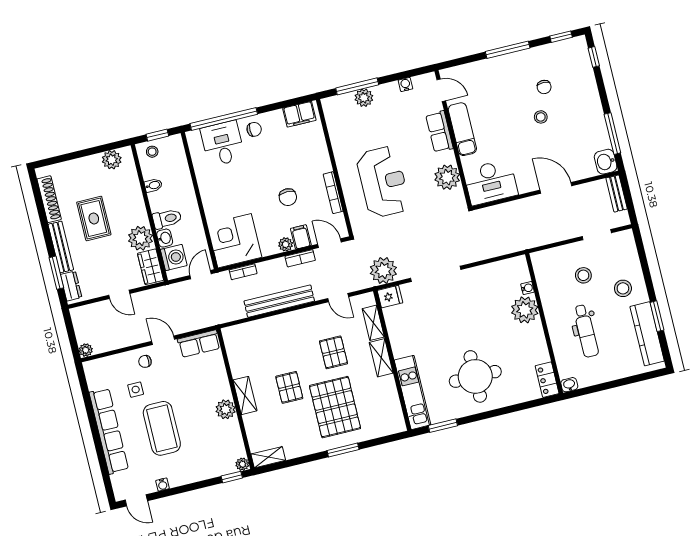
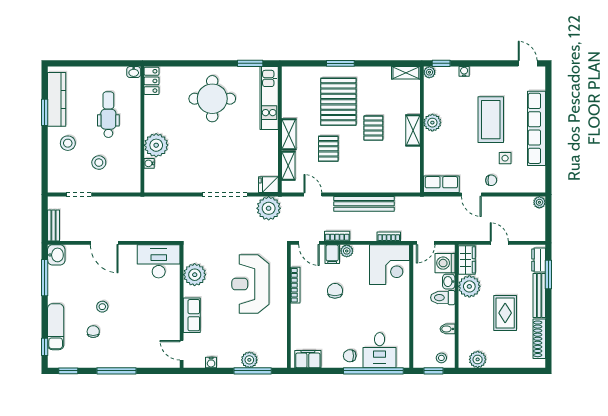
exam couch: (462, 129) -> (56, 327), moved, turned 180
water cooler: (163, 485) -> (464, 71), moved

